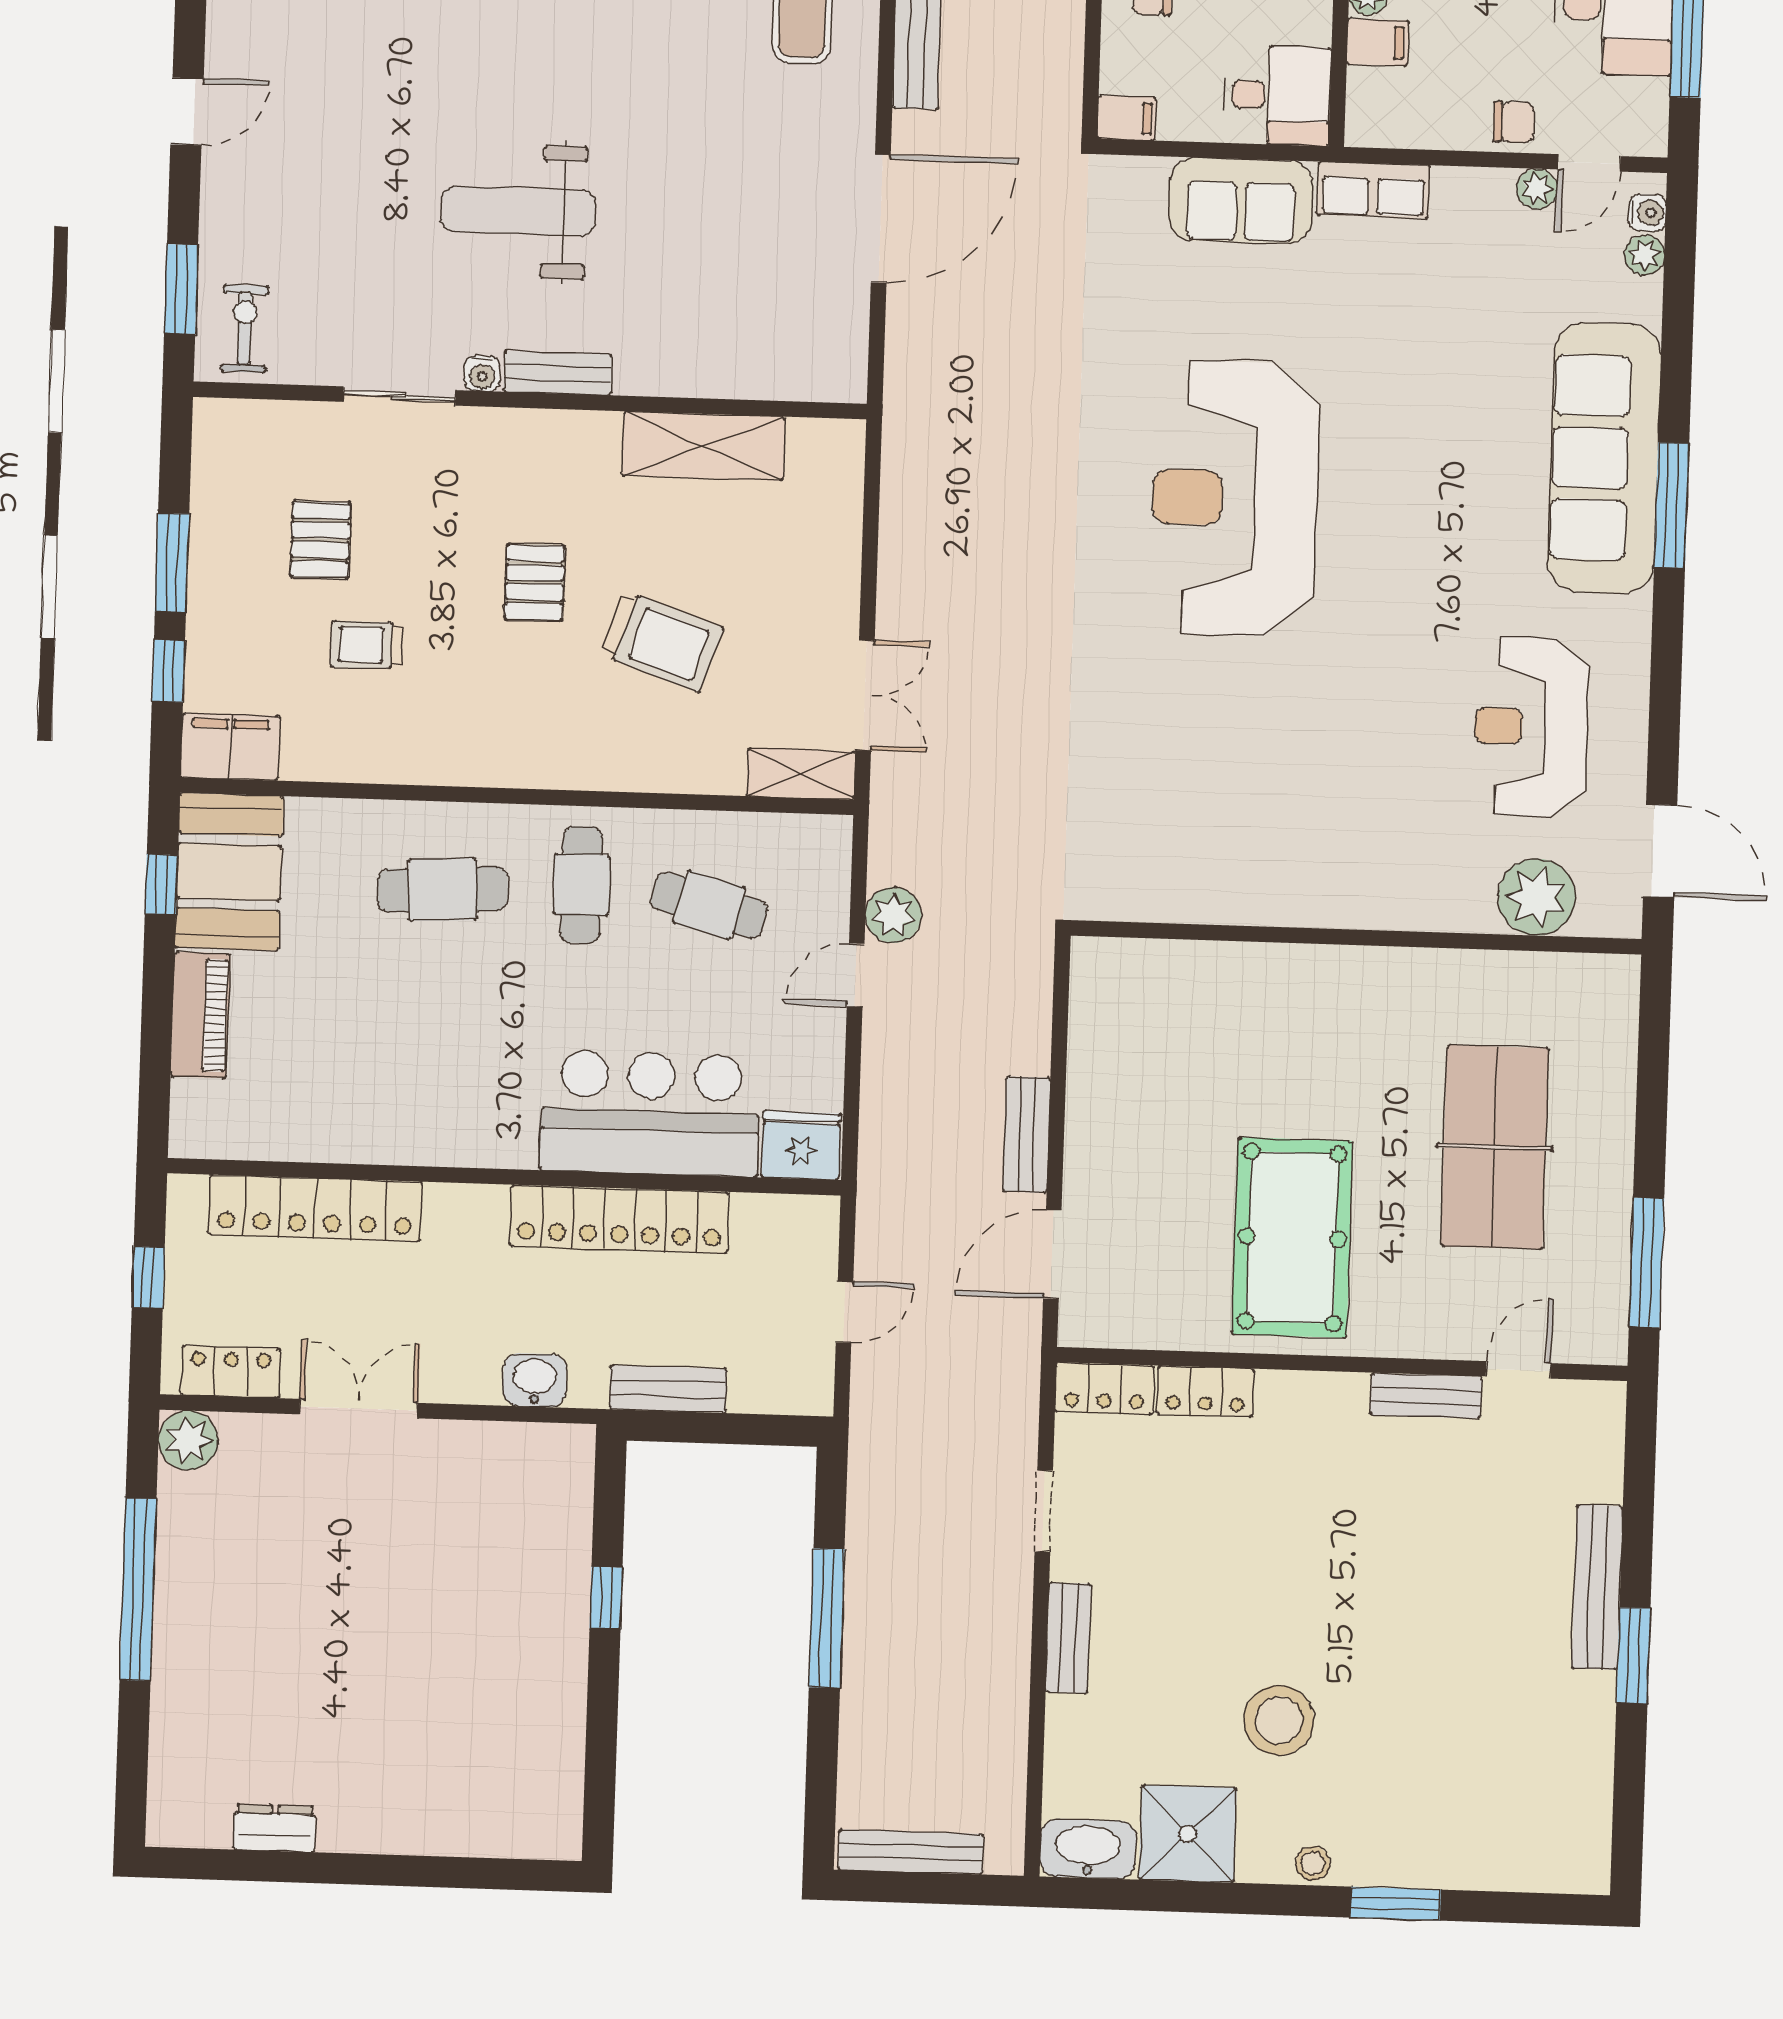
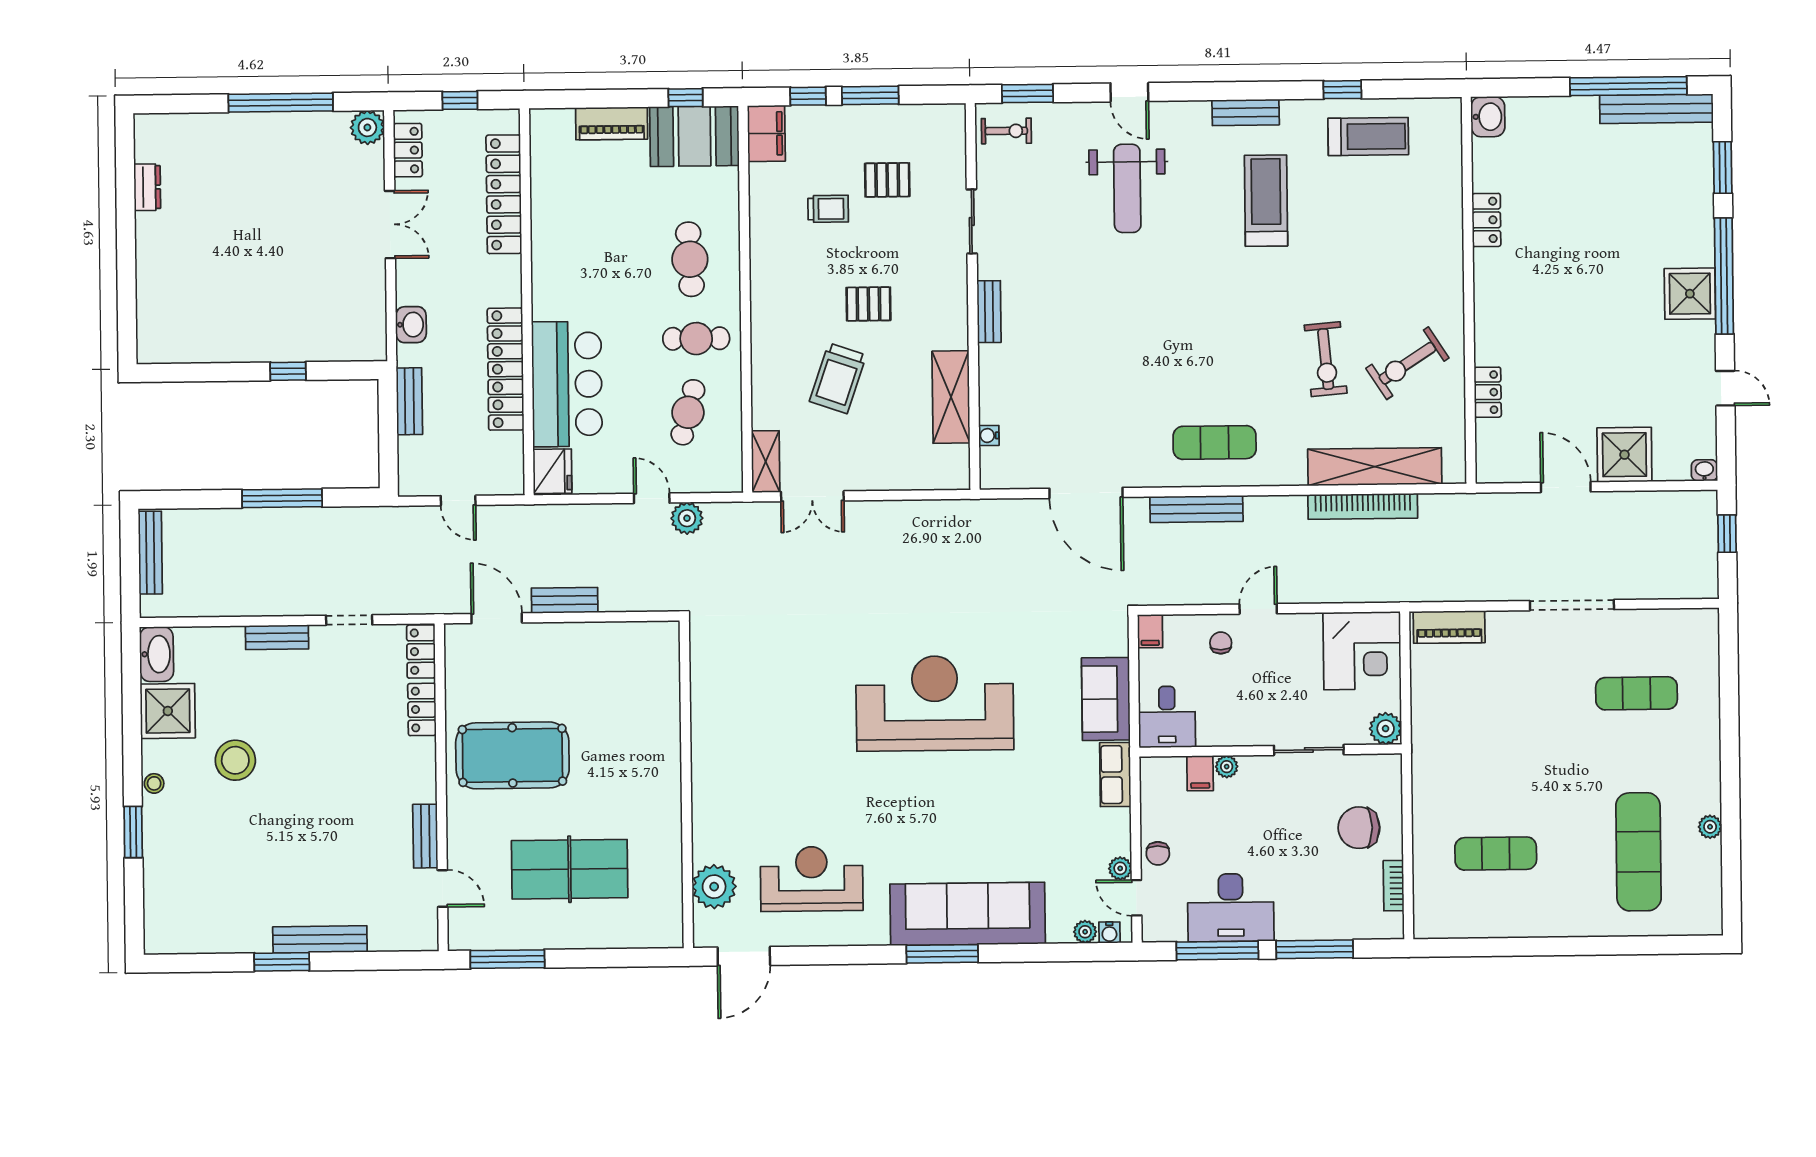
weight bench: (518, 211) -> (1127, 188), moved, turned 180
water cooler: (482, 374) -> (989, 435), moved
trolley: (366, 645) -> (828, 209), turned 90

